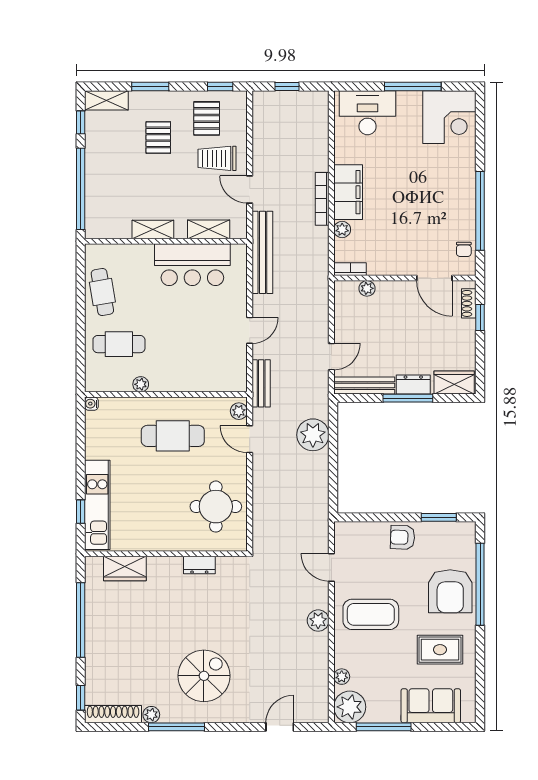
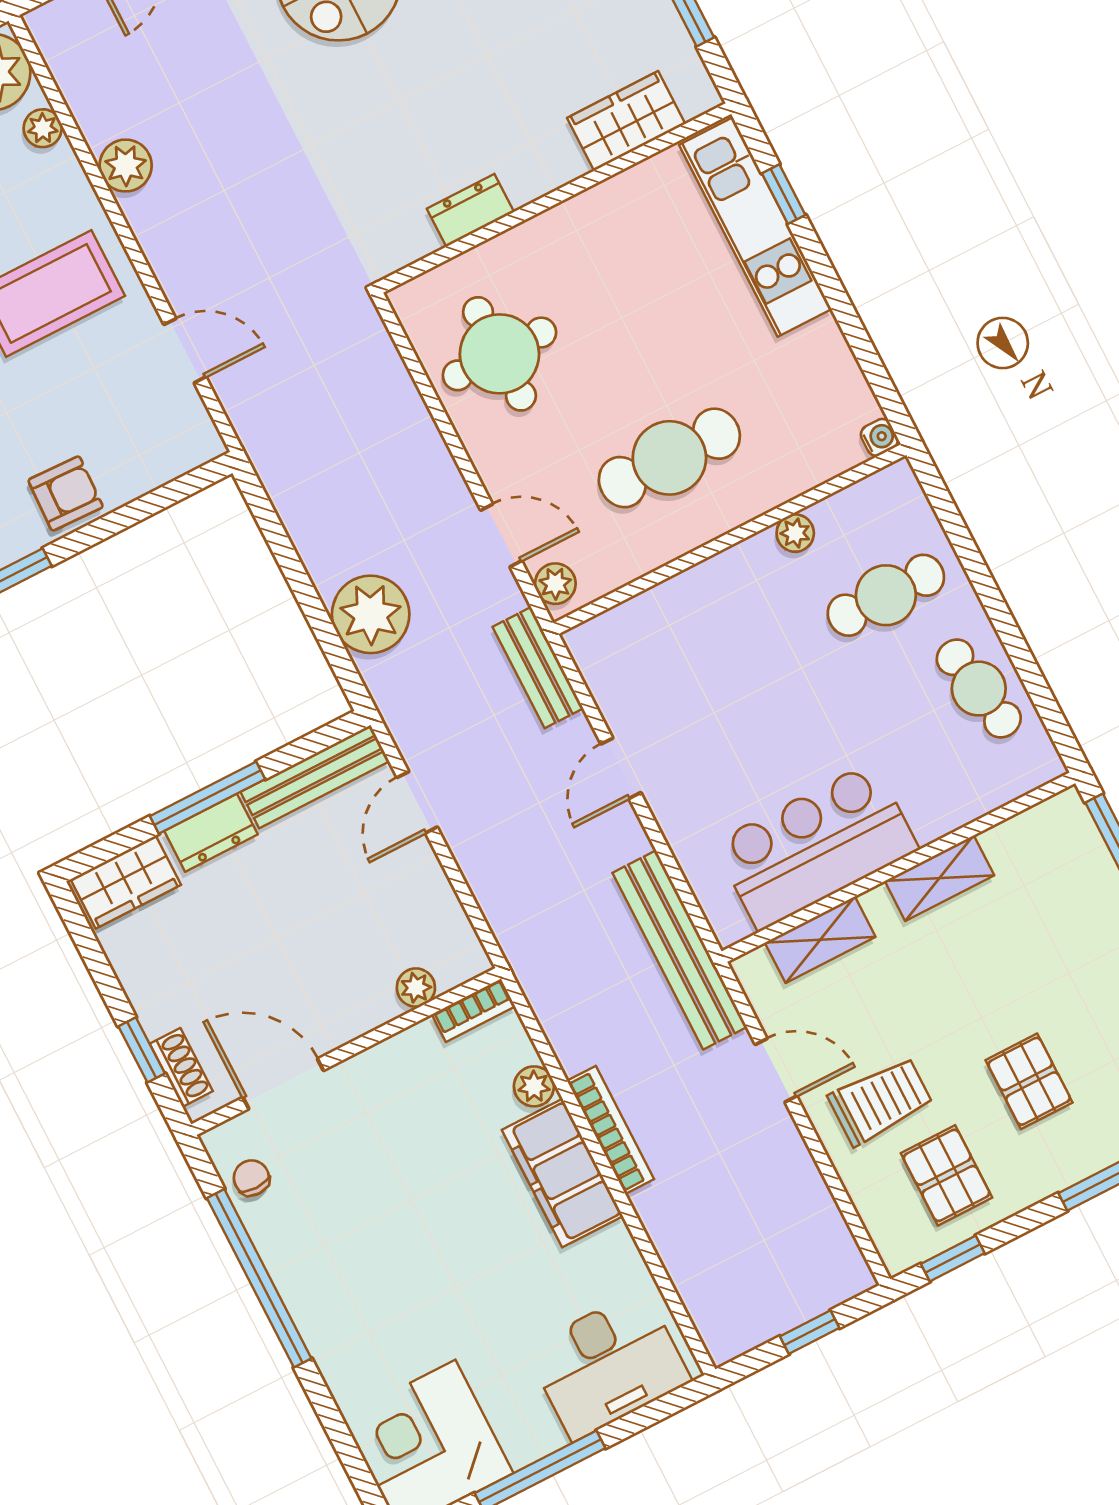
plant: (318, 621) -> (126, 166), moved

